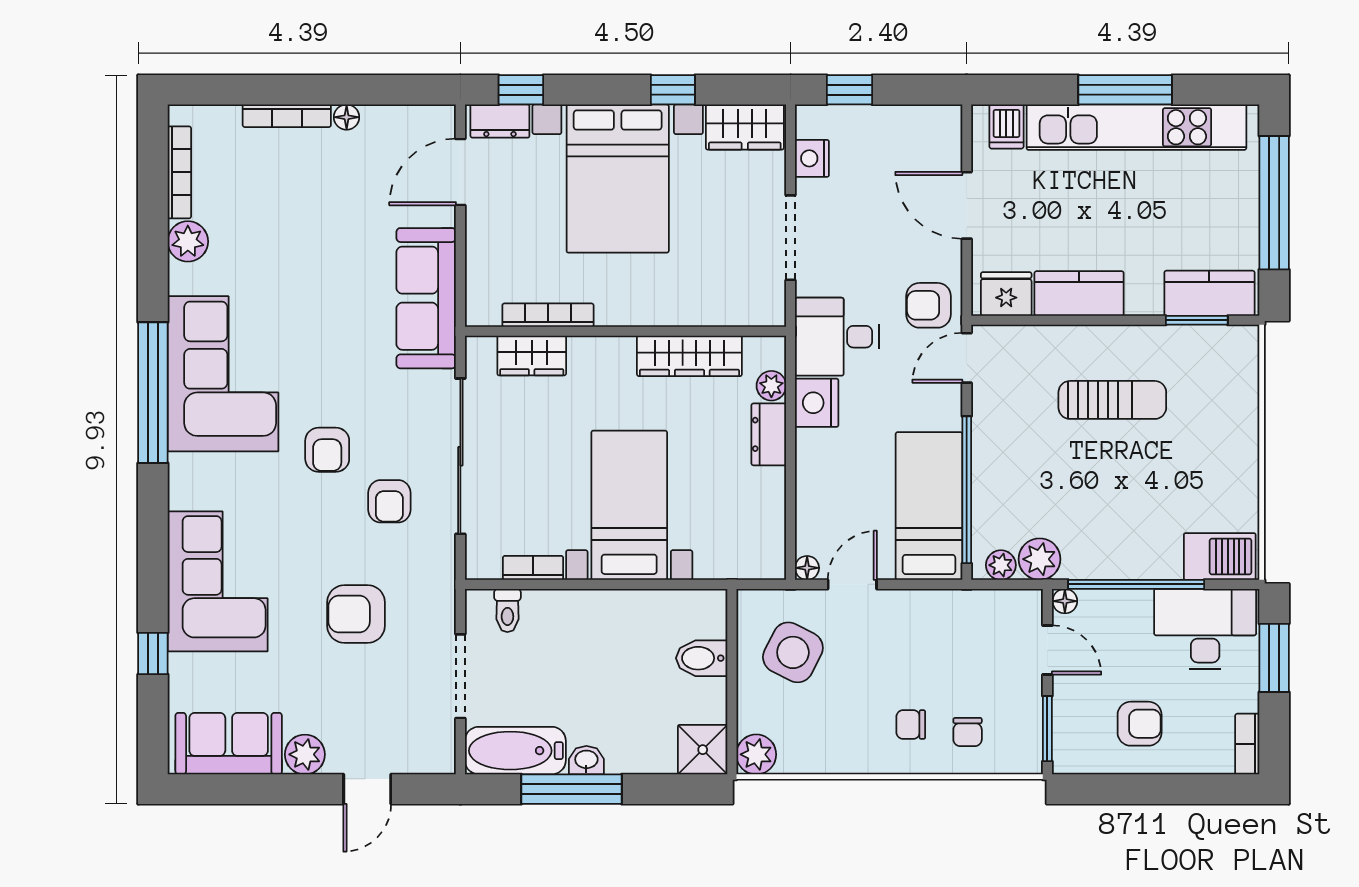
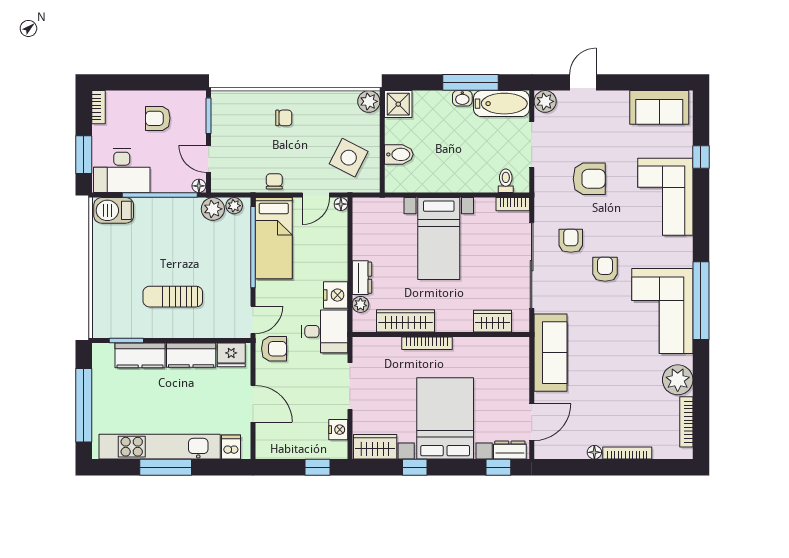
plant: (188, 241) -> (678, 380), width x1.36, depth x1.36
kitchen counter: (1209, 293) -> (140, 355), moved
bookcase: (548, 315) -> (427, 343), moved
bookcase: (533, 568) -> (513, 204), moved
chair: (968, 732) -> (274, 181), moved
plant: (305, 754) -> (545, 101), moved

